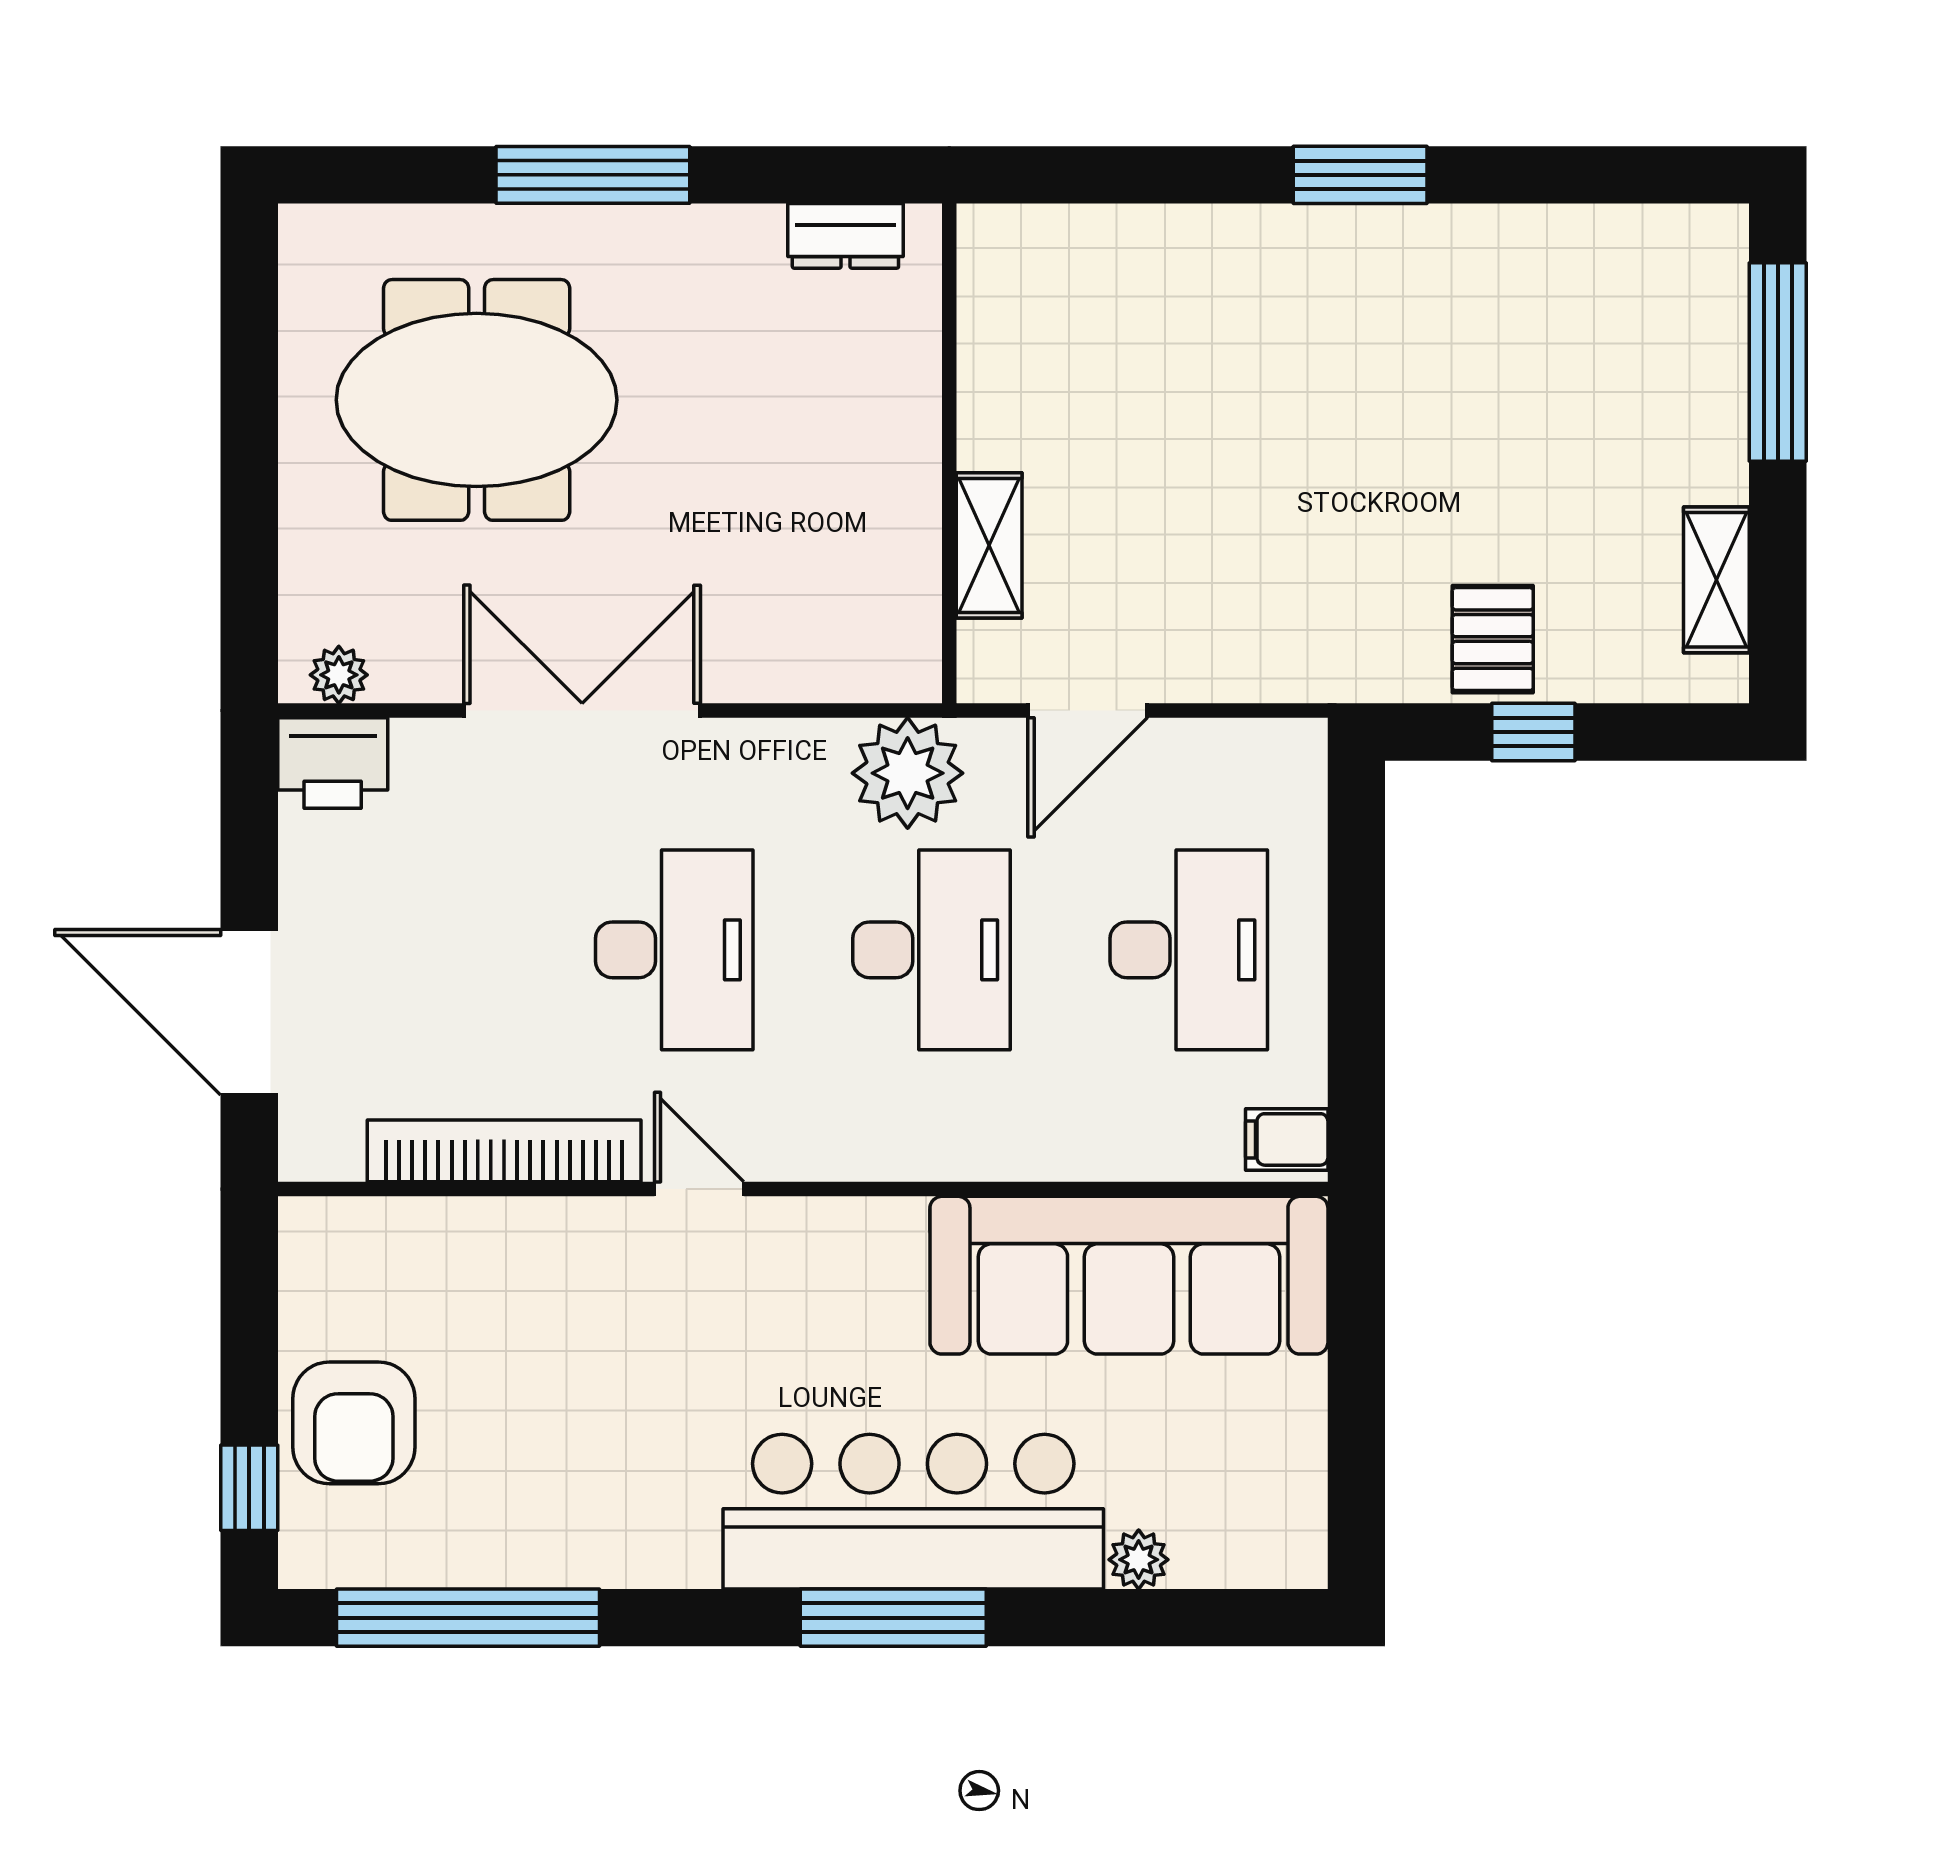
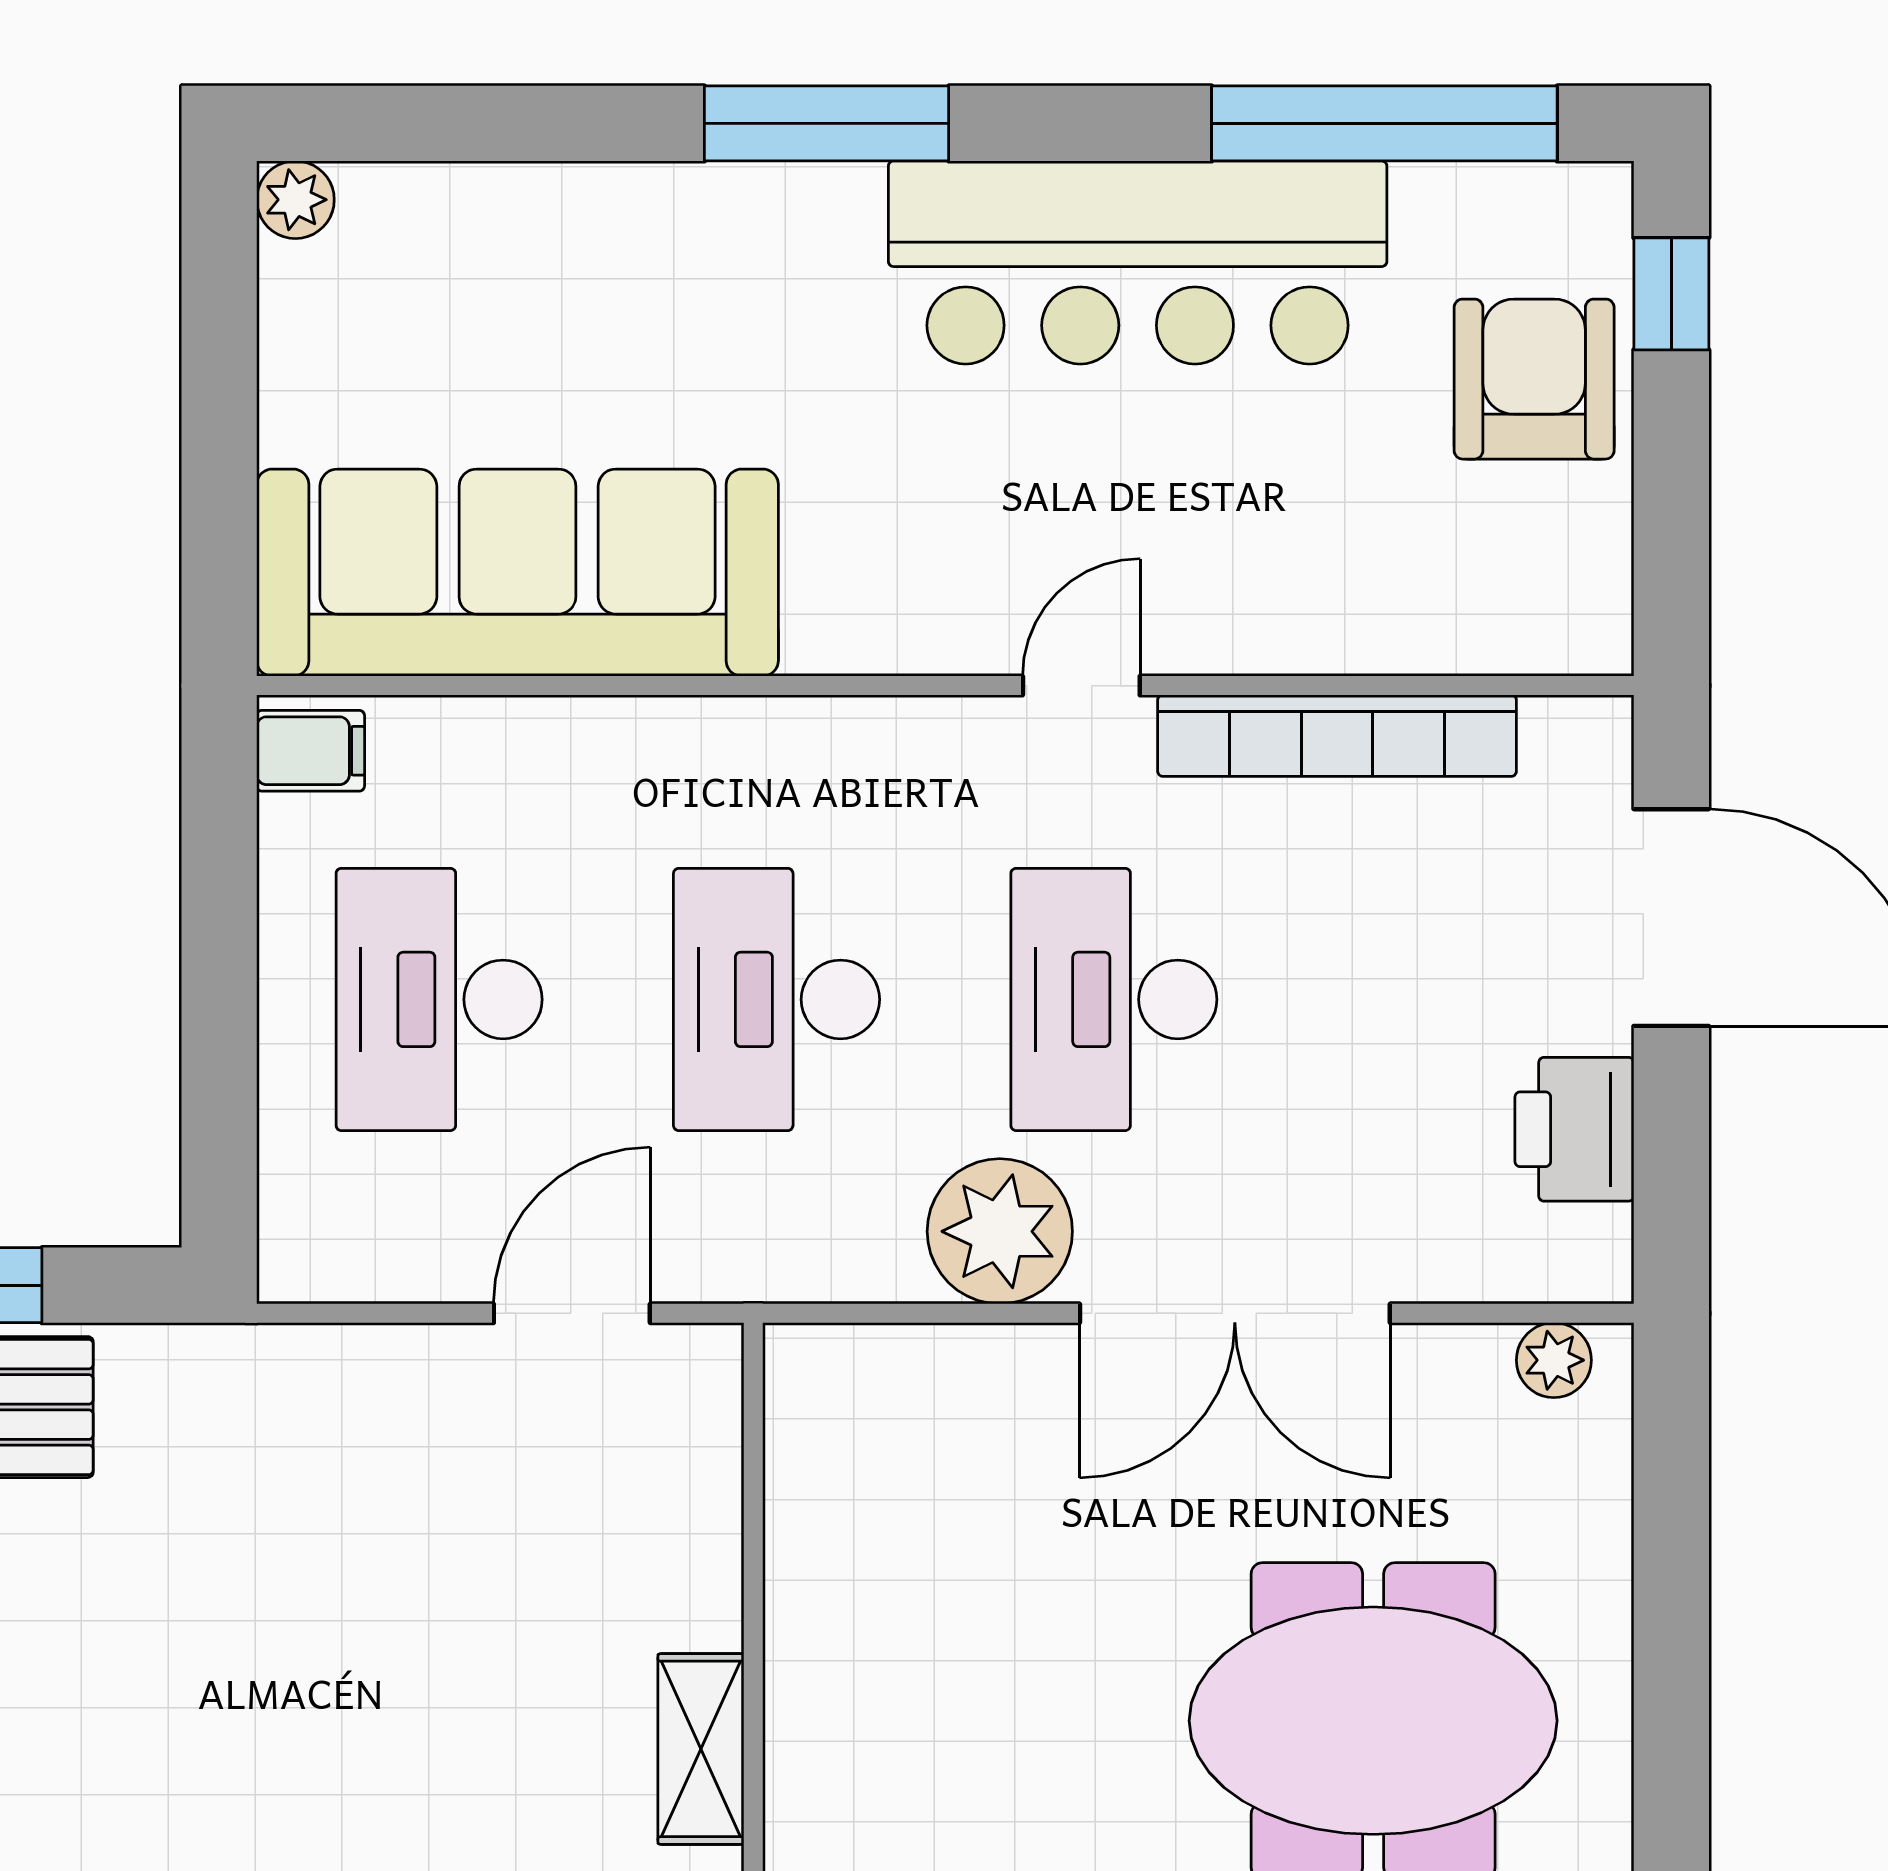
shelving: (989, 545) -> (701, 1749), moved
printer: (333, 763) -> (1574, 1129), moved, turned -90
plant: (908, 773) -> (1000, 1231), moved
door: (699, 1189) -> (1081, 686), swing flipped
bar counter: (913, 1512) -> (1138, 262), moved
plant: (1139, 1560) -> (295, 200), moved

